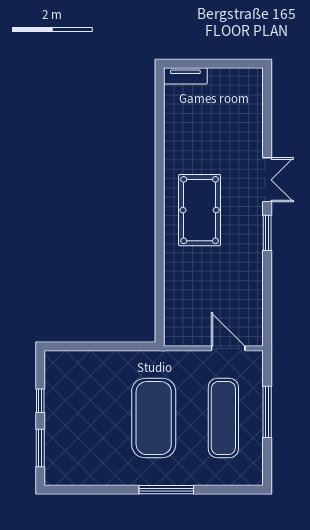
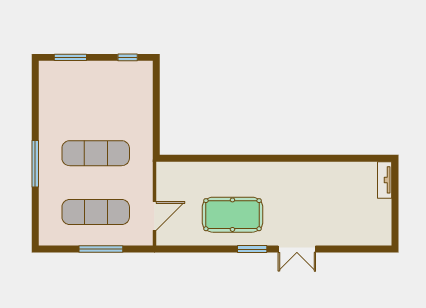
pool table: (200, 210) -> (232, 215), moved
window: (40, 401) -> (128, 57), moved
exercise mat: (154, 418) -> (96, 153), width x0.68

